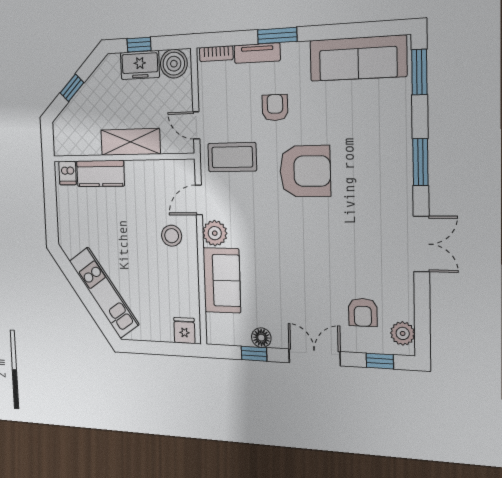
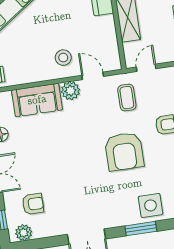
side table: (388, 143) -> (150, 205), added
coffee table: (232, 157) -> (127, 98), width x0.73, depth x0.77
armchair: (363, 312) -> (33, 204), turned 180

